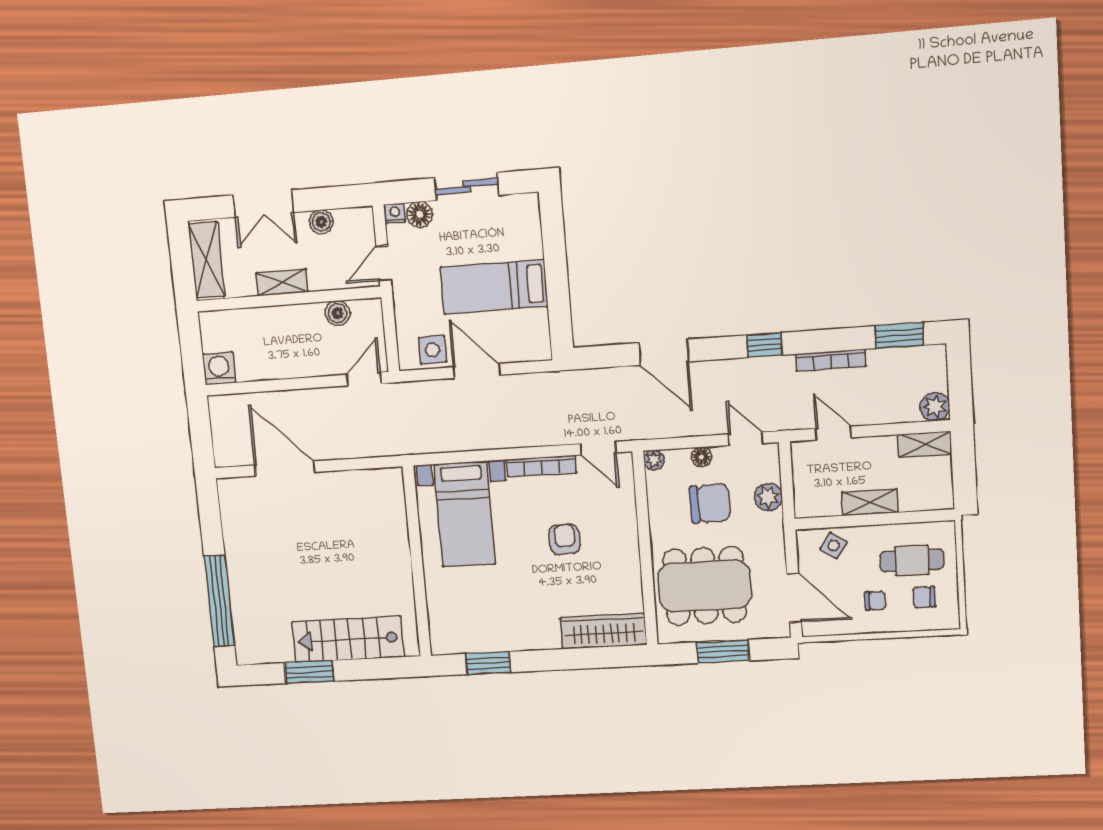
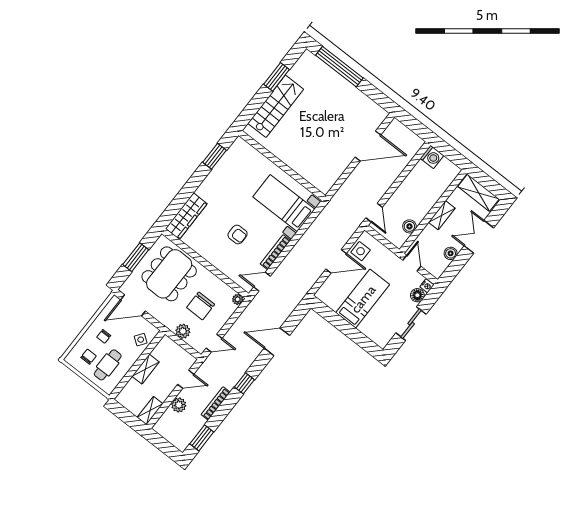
plant: (935, 407) -> (179, 405), moved
floor lamp: (701, 457) -> (222, 319), removed

